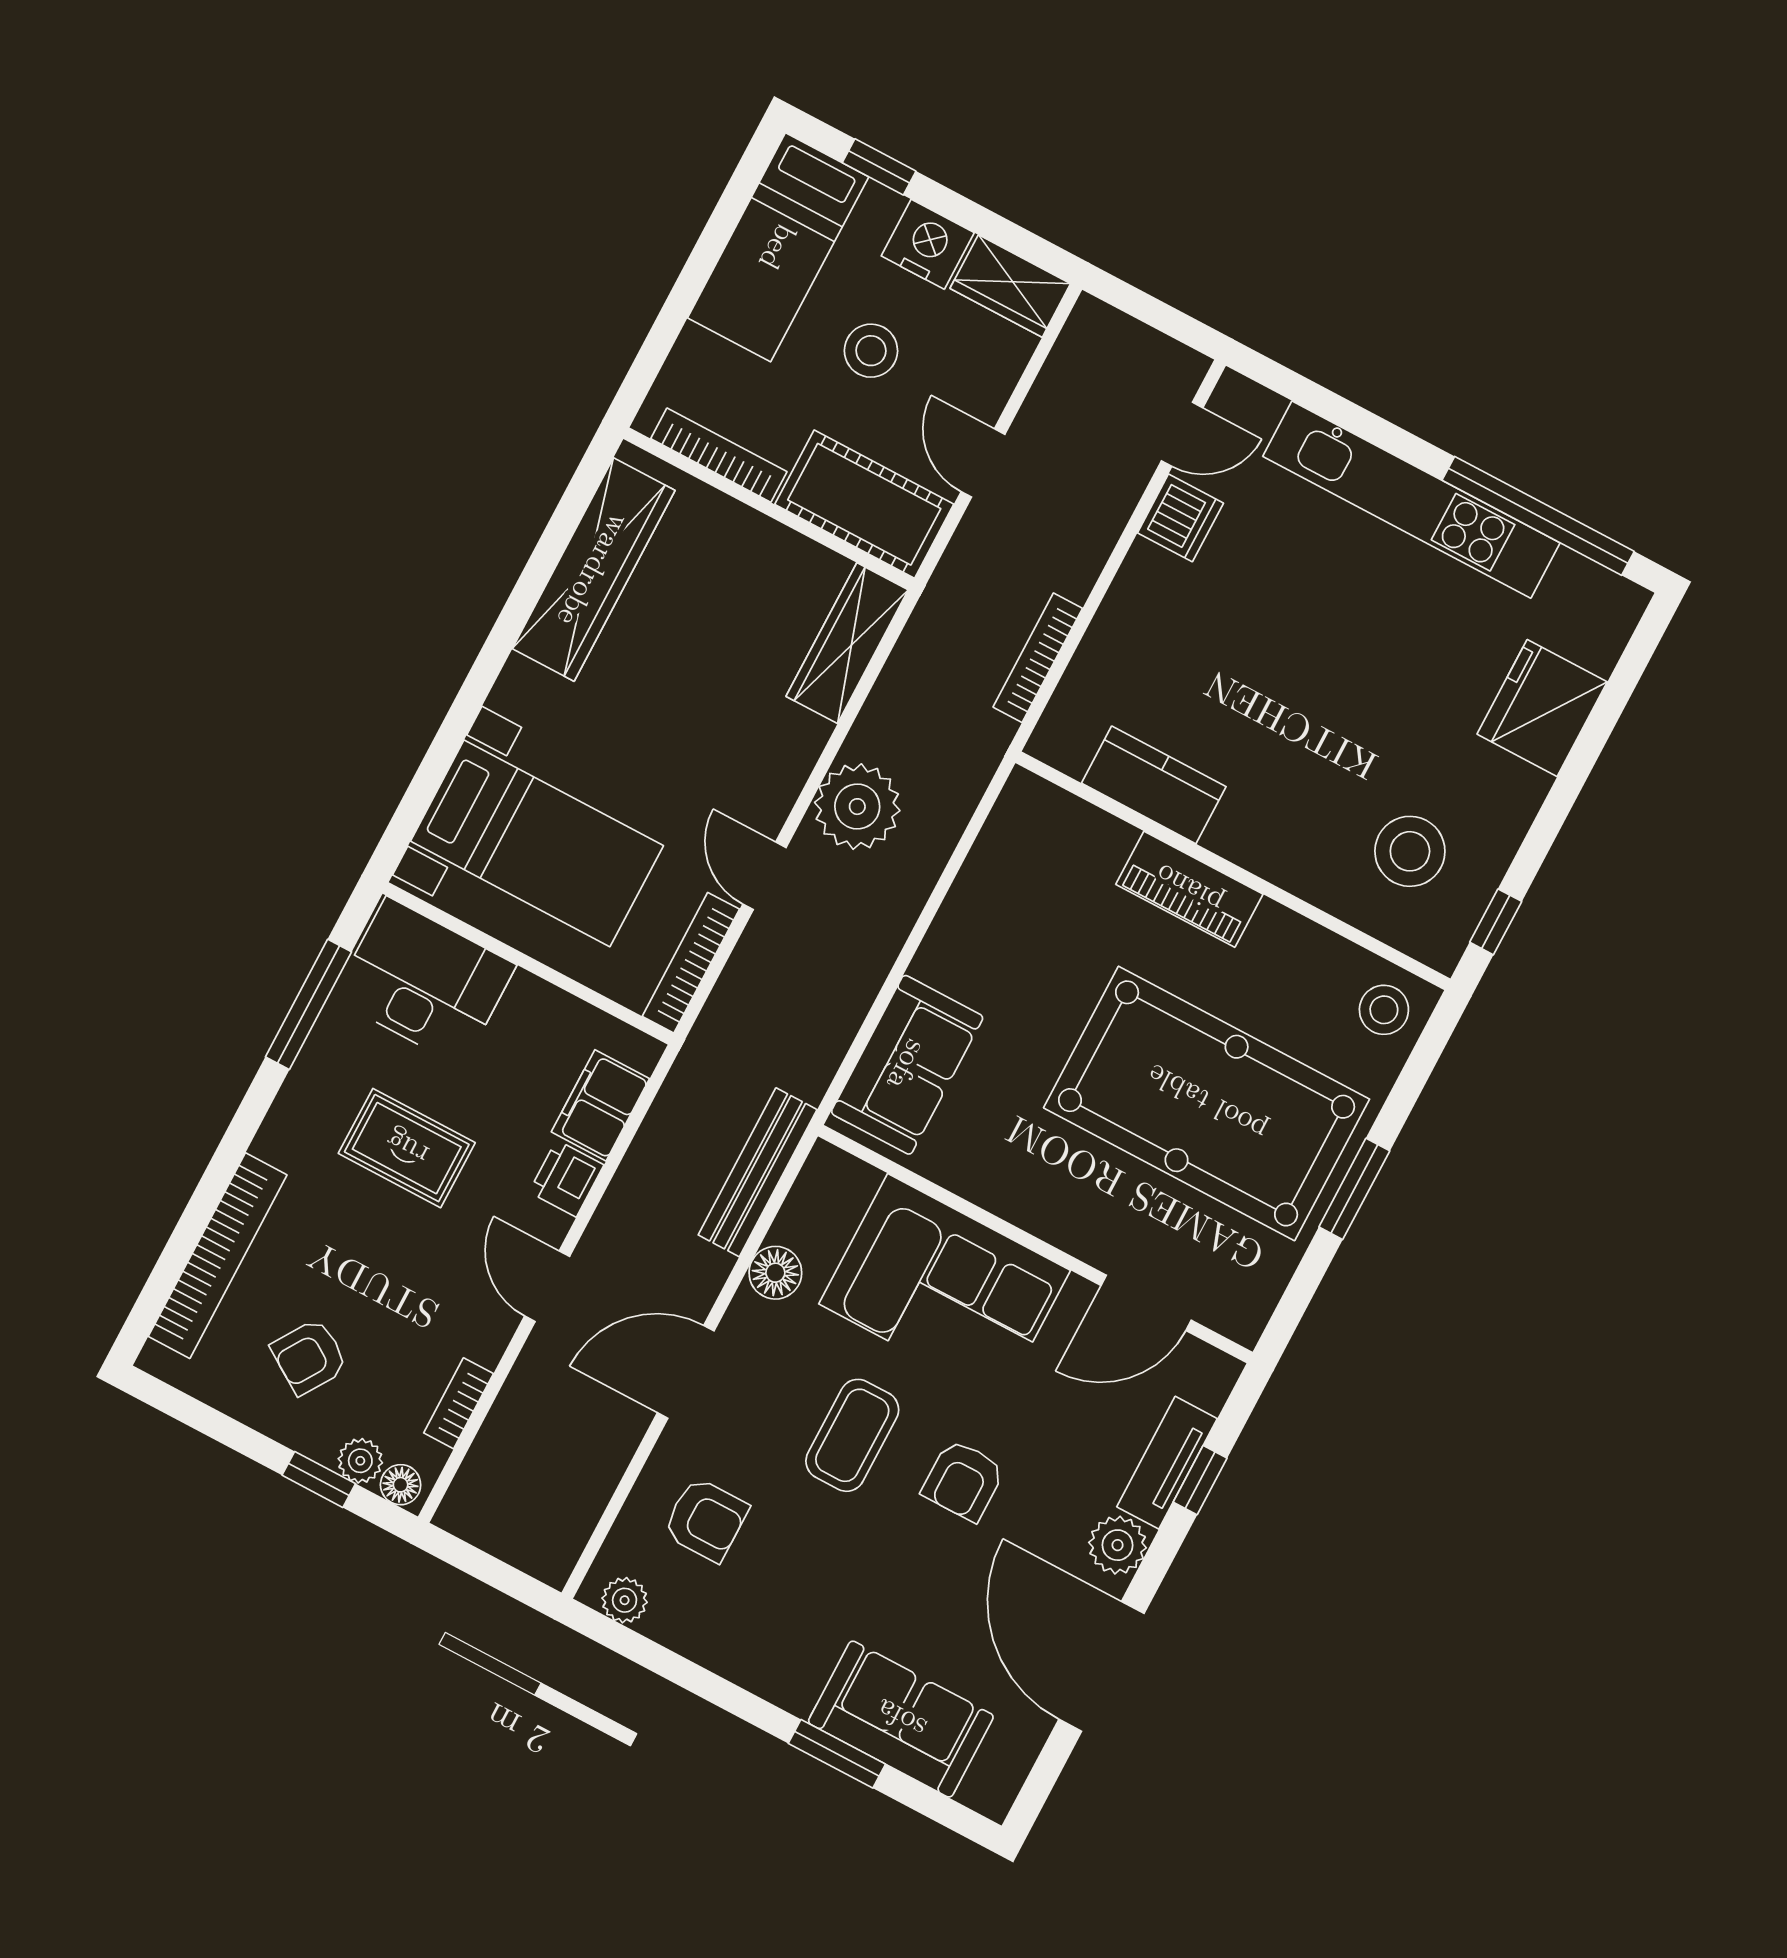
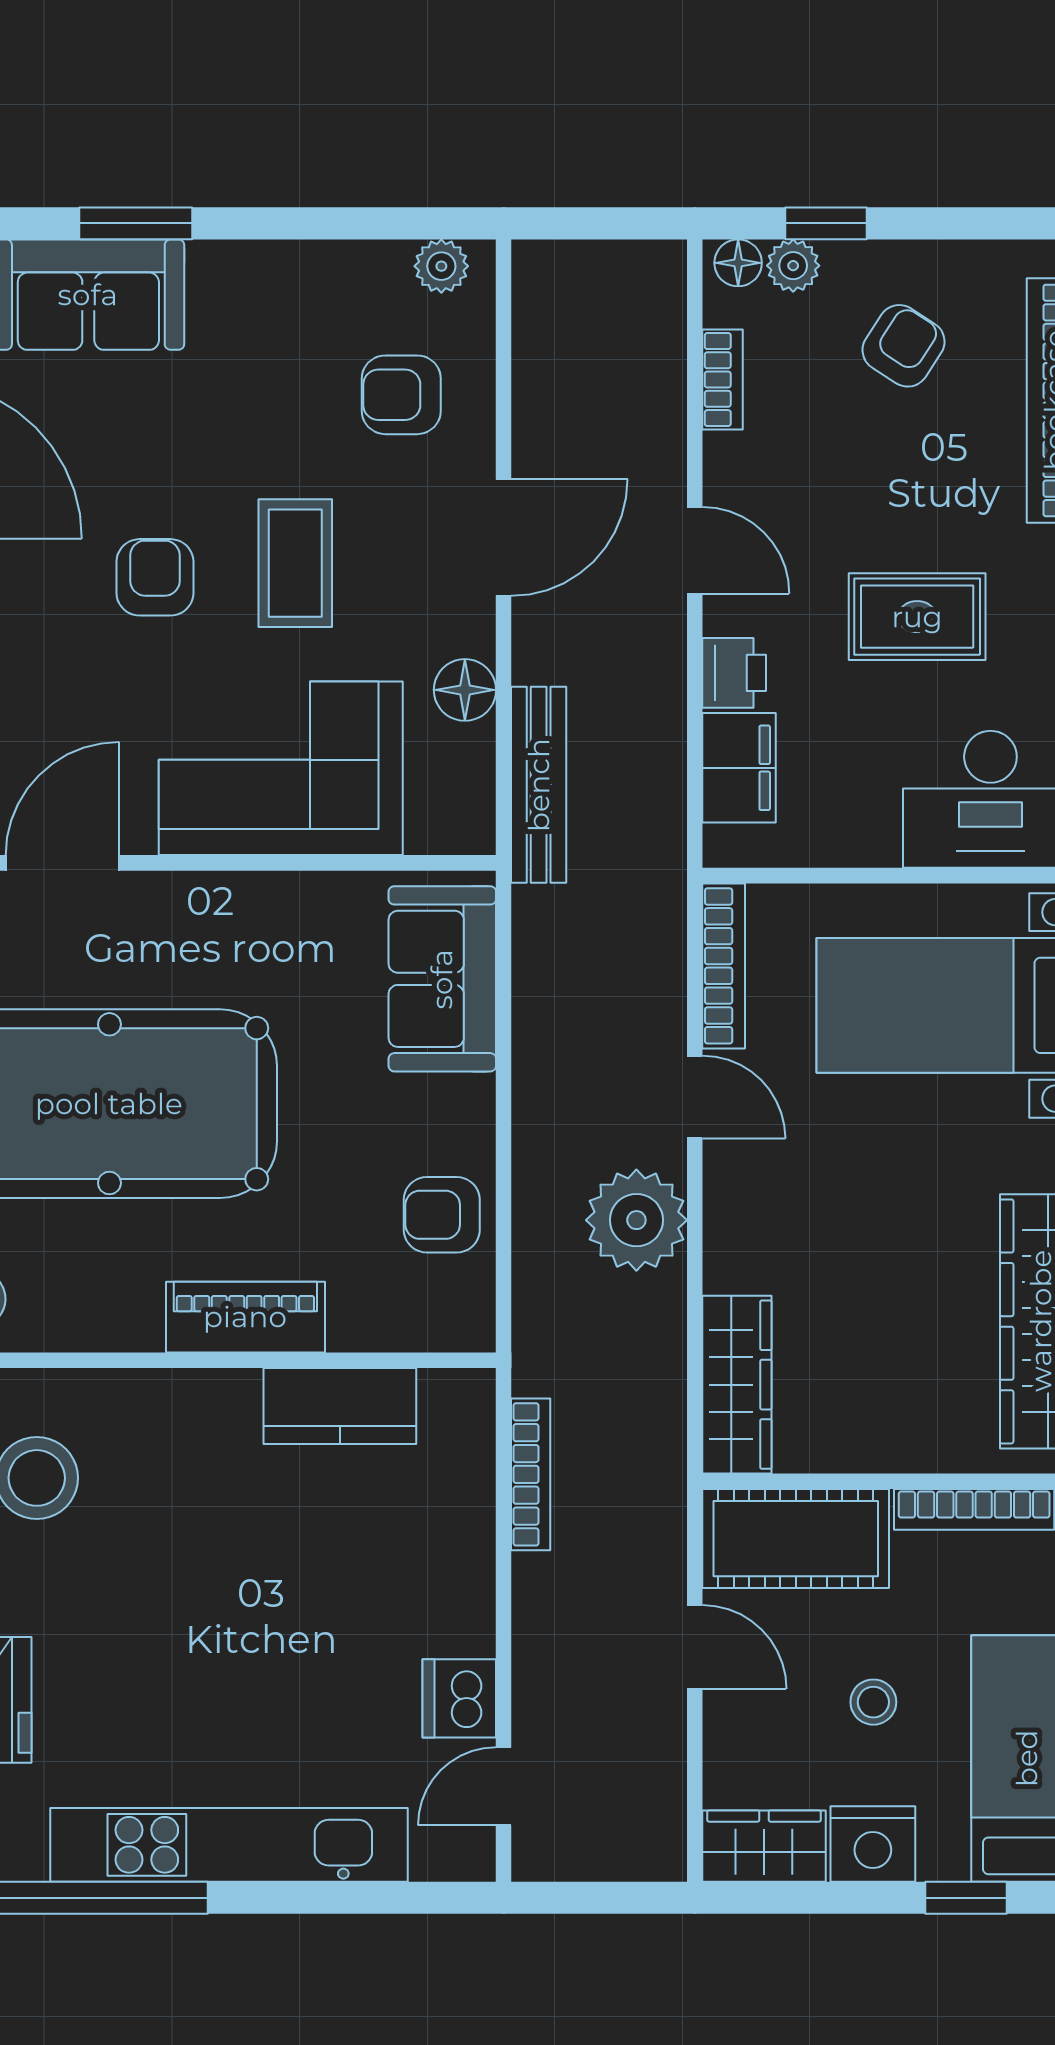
stool: (871, 351) -> (873, 1702), width x0.73, depth x0.73
armchair: (1001, 888) -> (442, 1215), added

